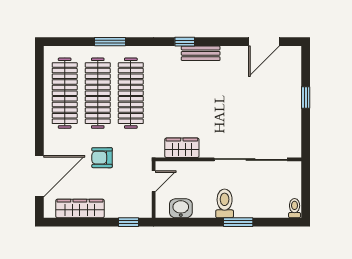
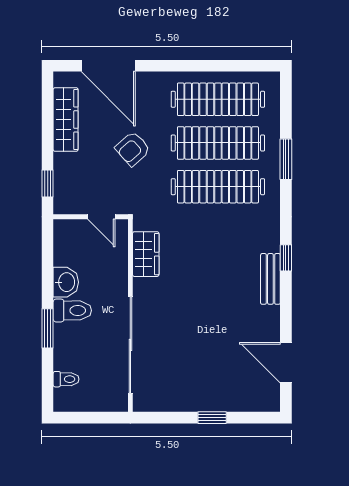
armchair: (102, 158) -> (133, 149), turned -132
washbasin: (181, 208) -> (66, 282), moved
toilet: (295, 208) -> (66, 379), moved

